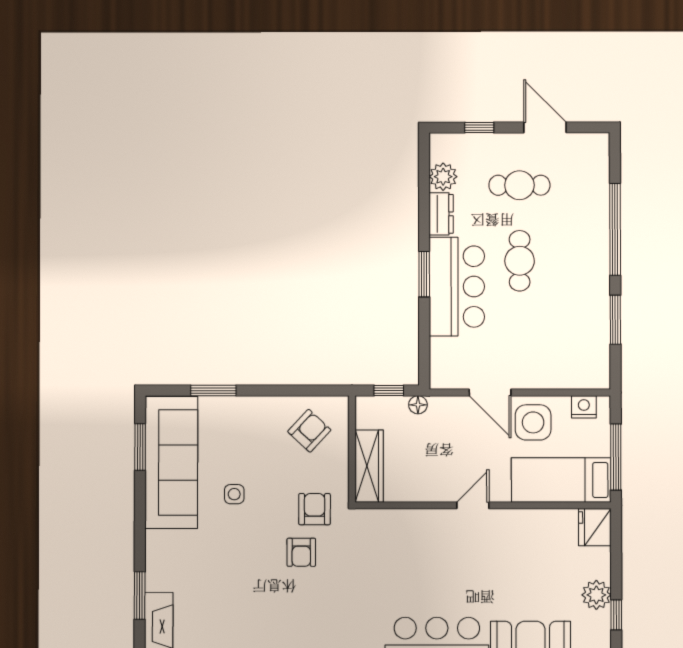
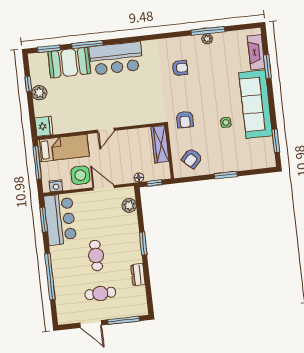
window: (479, 128) -> (124, 320), width x2.17
plant: (443, 177) -> (129, 205), moved
bar counter: (457, 287) -> (60, 219), moved, turned 180
window: (615, 320) -> (44, 220), moved
window: (213, 391) -> (226, 175), moved
sofa: (171, 462) -> (256, 104), moved
armchair: (301, 552) -> (180, 68), moved, turned 90

